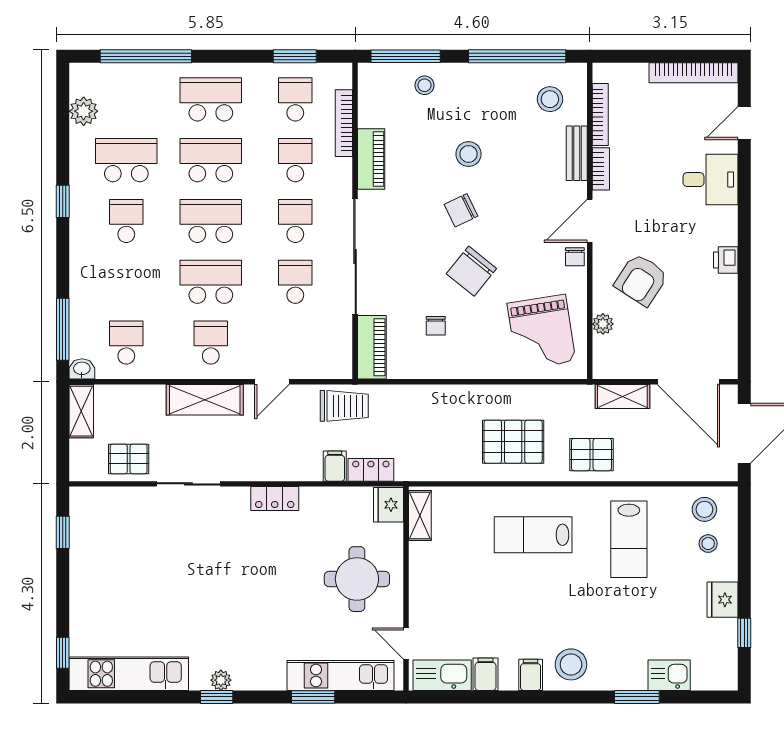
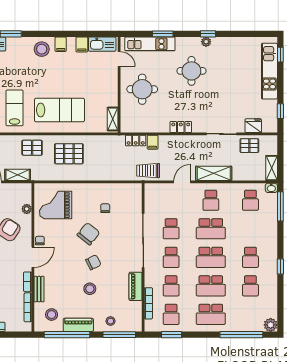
plant: (84, 111) -> (271, 325), moved
school desk: (126, 160) -> (250, 286), width x0.54
grand piano: (541, 332) -> (56, 205), turned -81
piano: (372, 347) -> (78, 325), moved, turned 90
fridge: (389, 505) -> (253, 126), moved, turned -90
lab bench: (533, 535) -> (59, 110), width x1.36, depth x1.39
round table: (252, 618) -> (191, 71), added
kitchen unit: (129, 674) -> (269, 71), moved, turned 90

